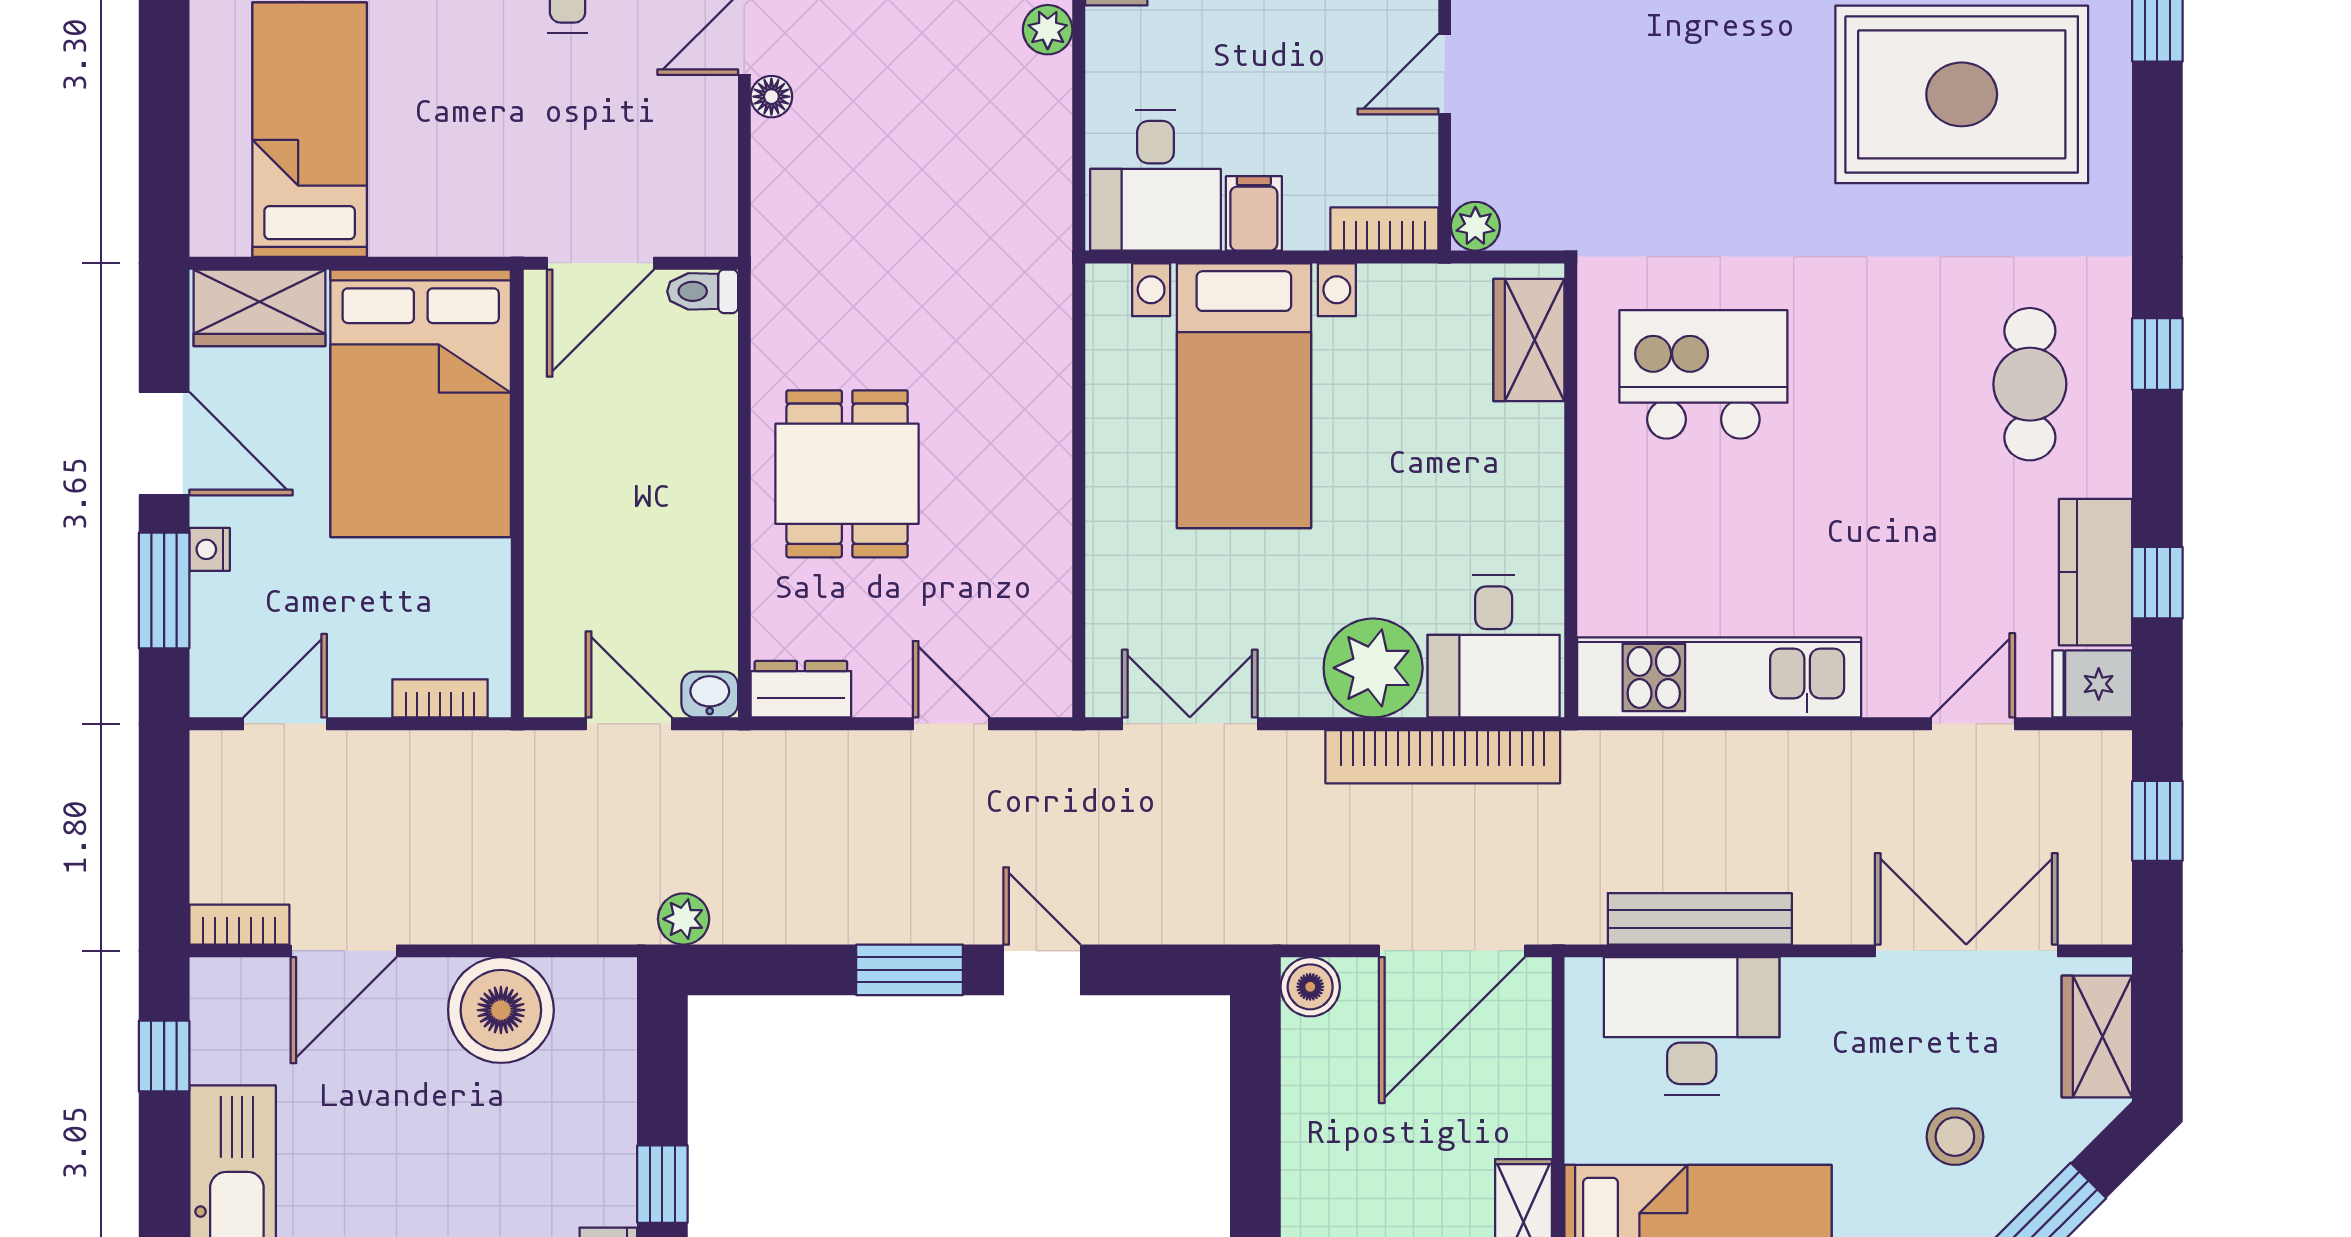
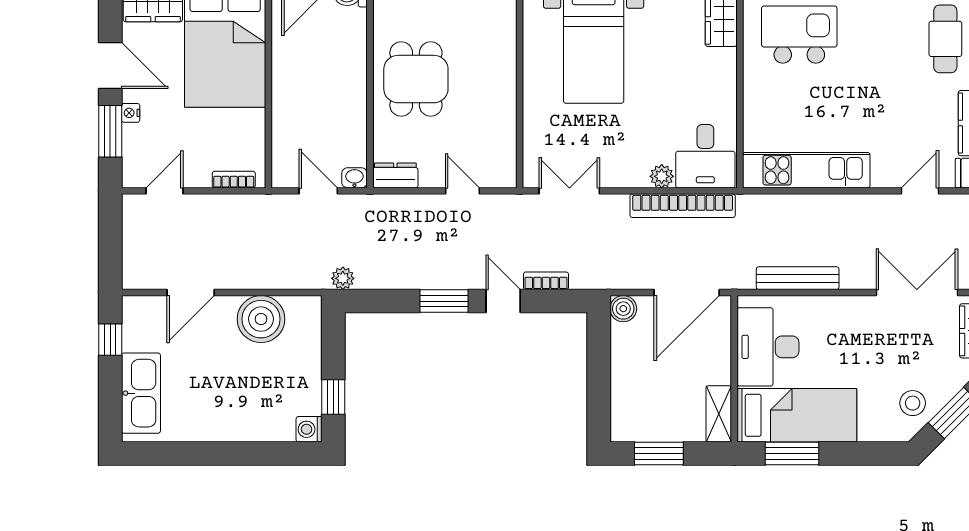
plant: (1373, 668) -> (662, 176), width x0.53, depth x0.53
bookcase: (239, 925) -> (546, 281), moved
desk: (1692, 1026) -> (768, 347), moved, turned -90
stool: (1955, 1137) -> (913, 403), moved

